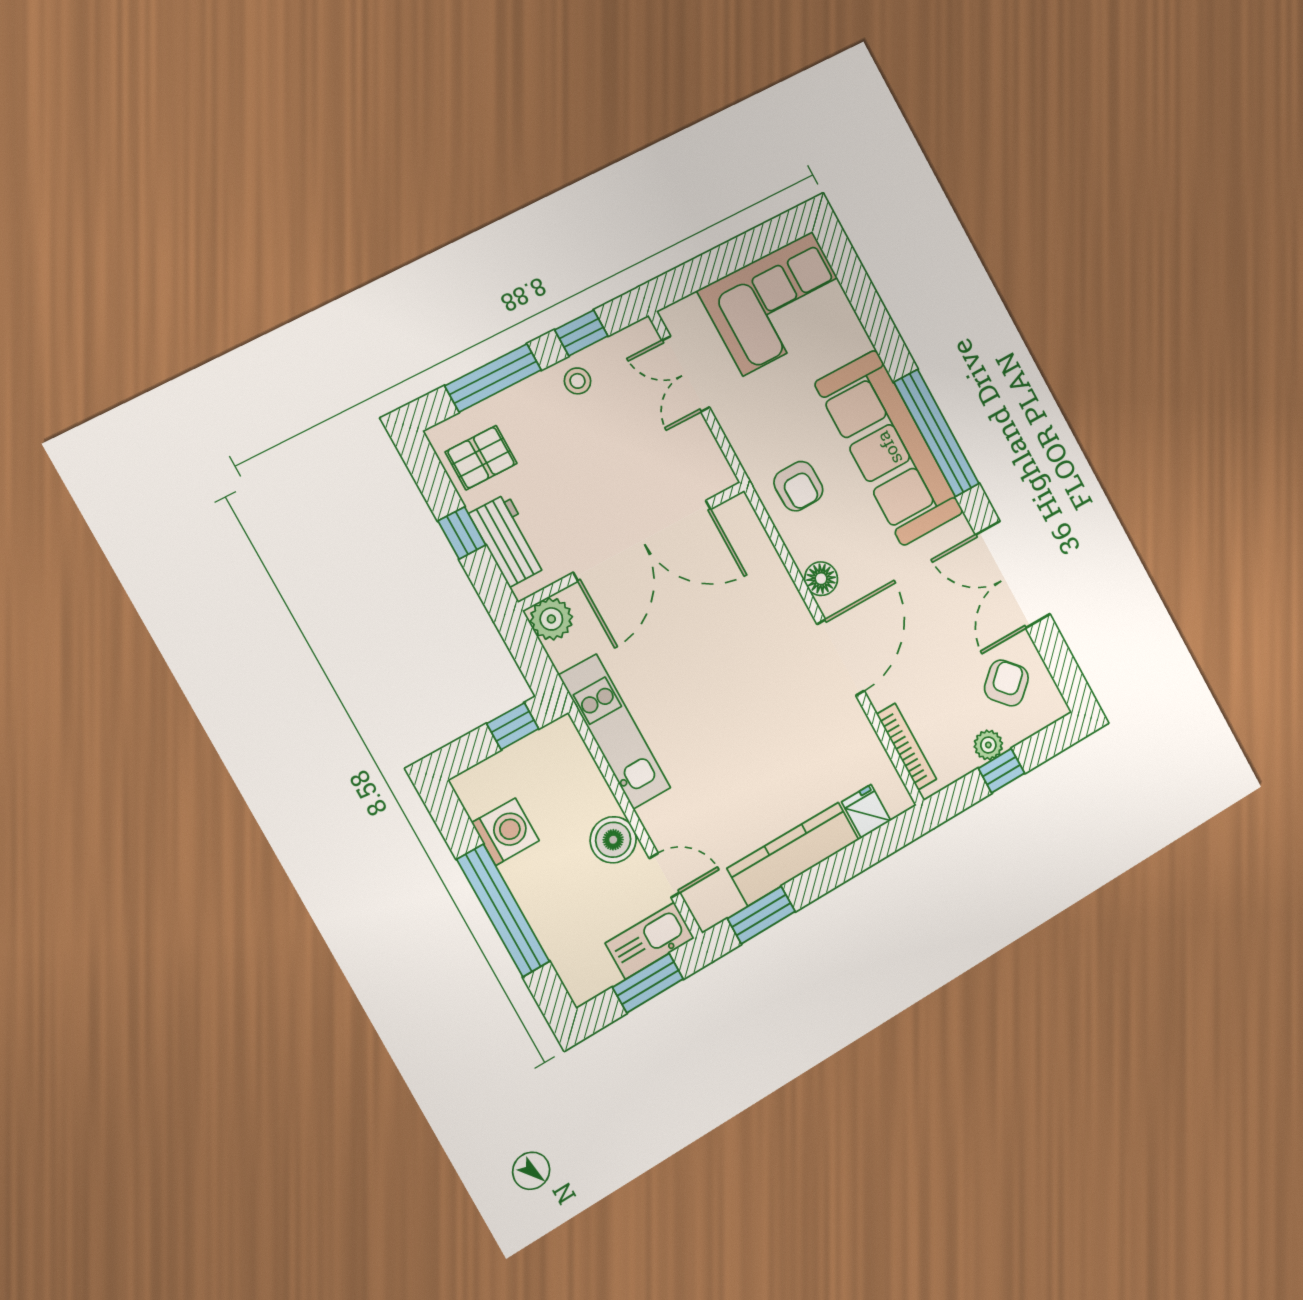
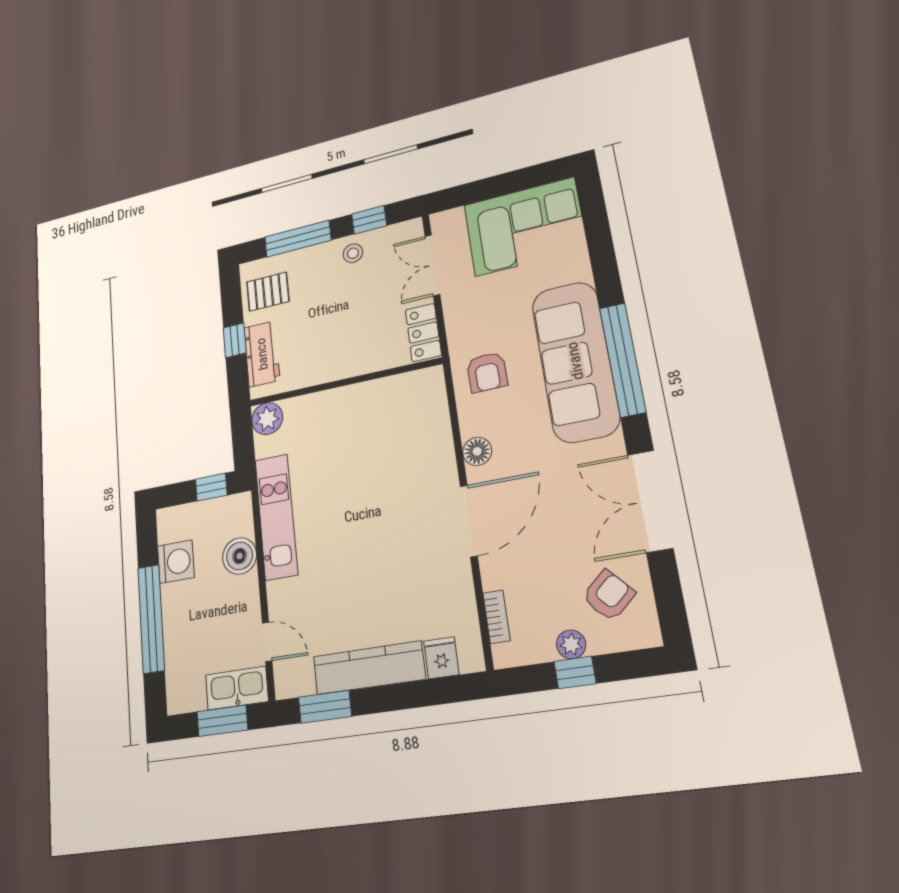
locker: (707, 459) -> (423, 332), added
double door: (642, 540) -> (352, 381), removed
bookcase: (907, 747) -> (497, 617), width x0.64
boiler: (613, 840) -> (240, 556), moved

